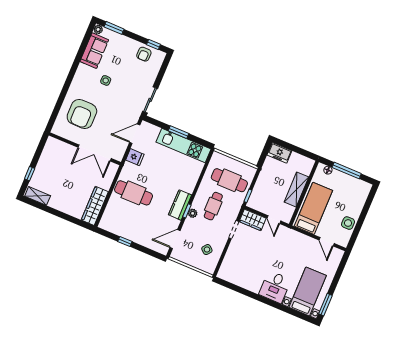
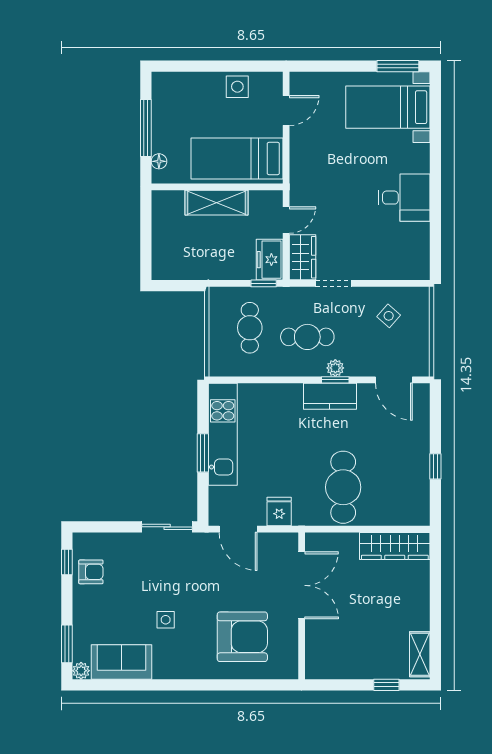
freezer: (279, 153) -> (270, 260), moved, turned 180
cafe table: (229, 180) -> (250, 328), width x0.73, depth x0.74
desk: (275, 287) -> (404, 198), moved

